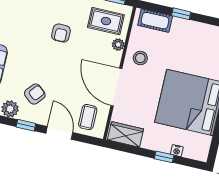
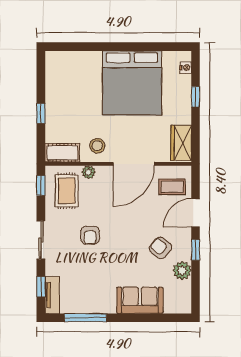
cot: (155, 21) -> (62, 153), moved, turned 90
armchair: (61, 33) -> (90, 235), turned 90
nightstand: (177, 151) -> (186, 68), moved

